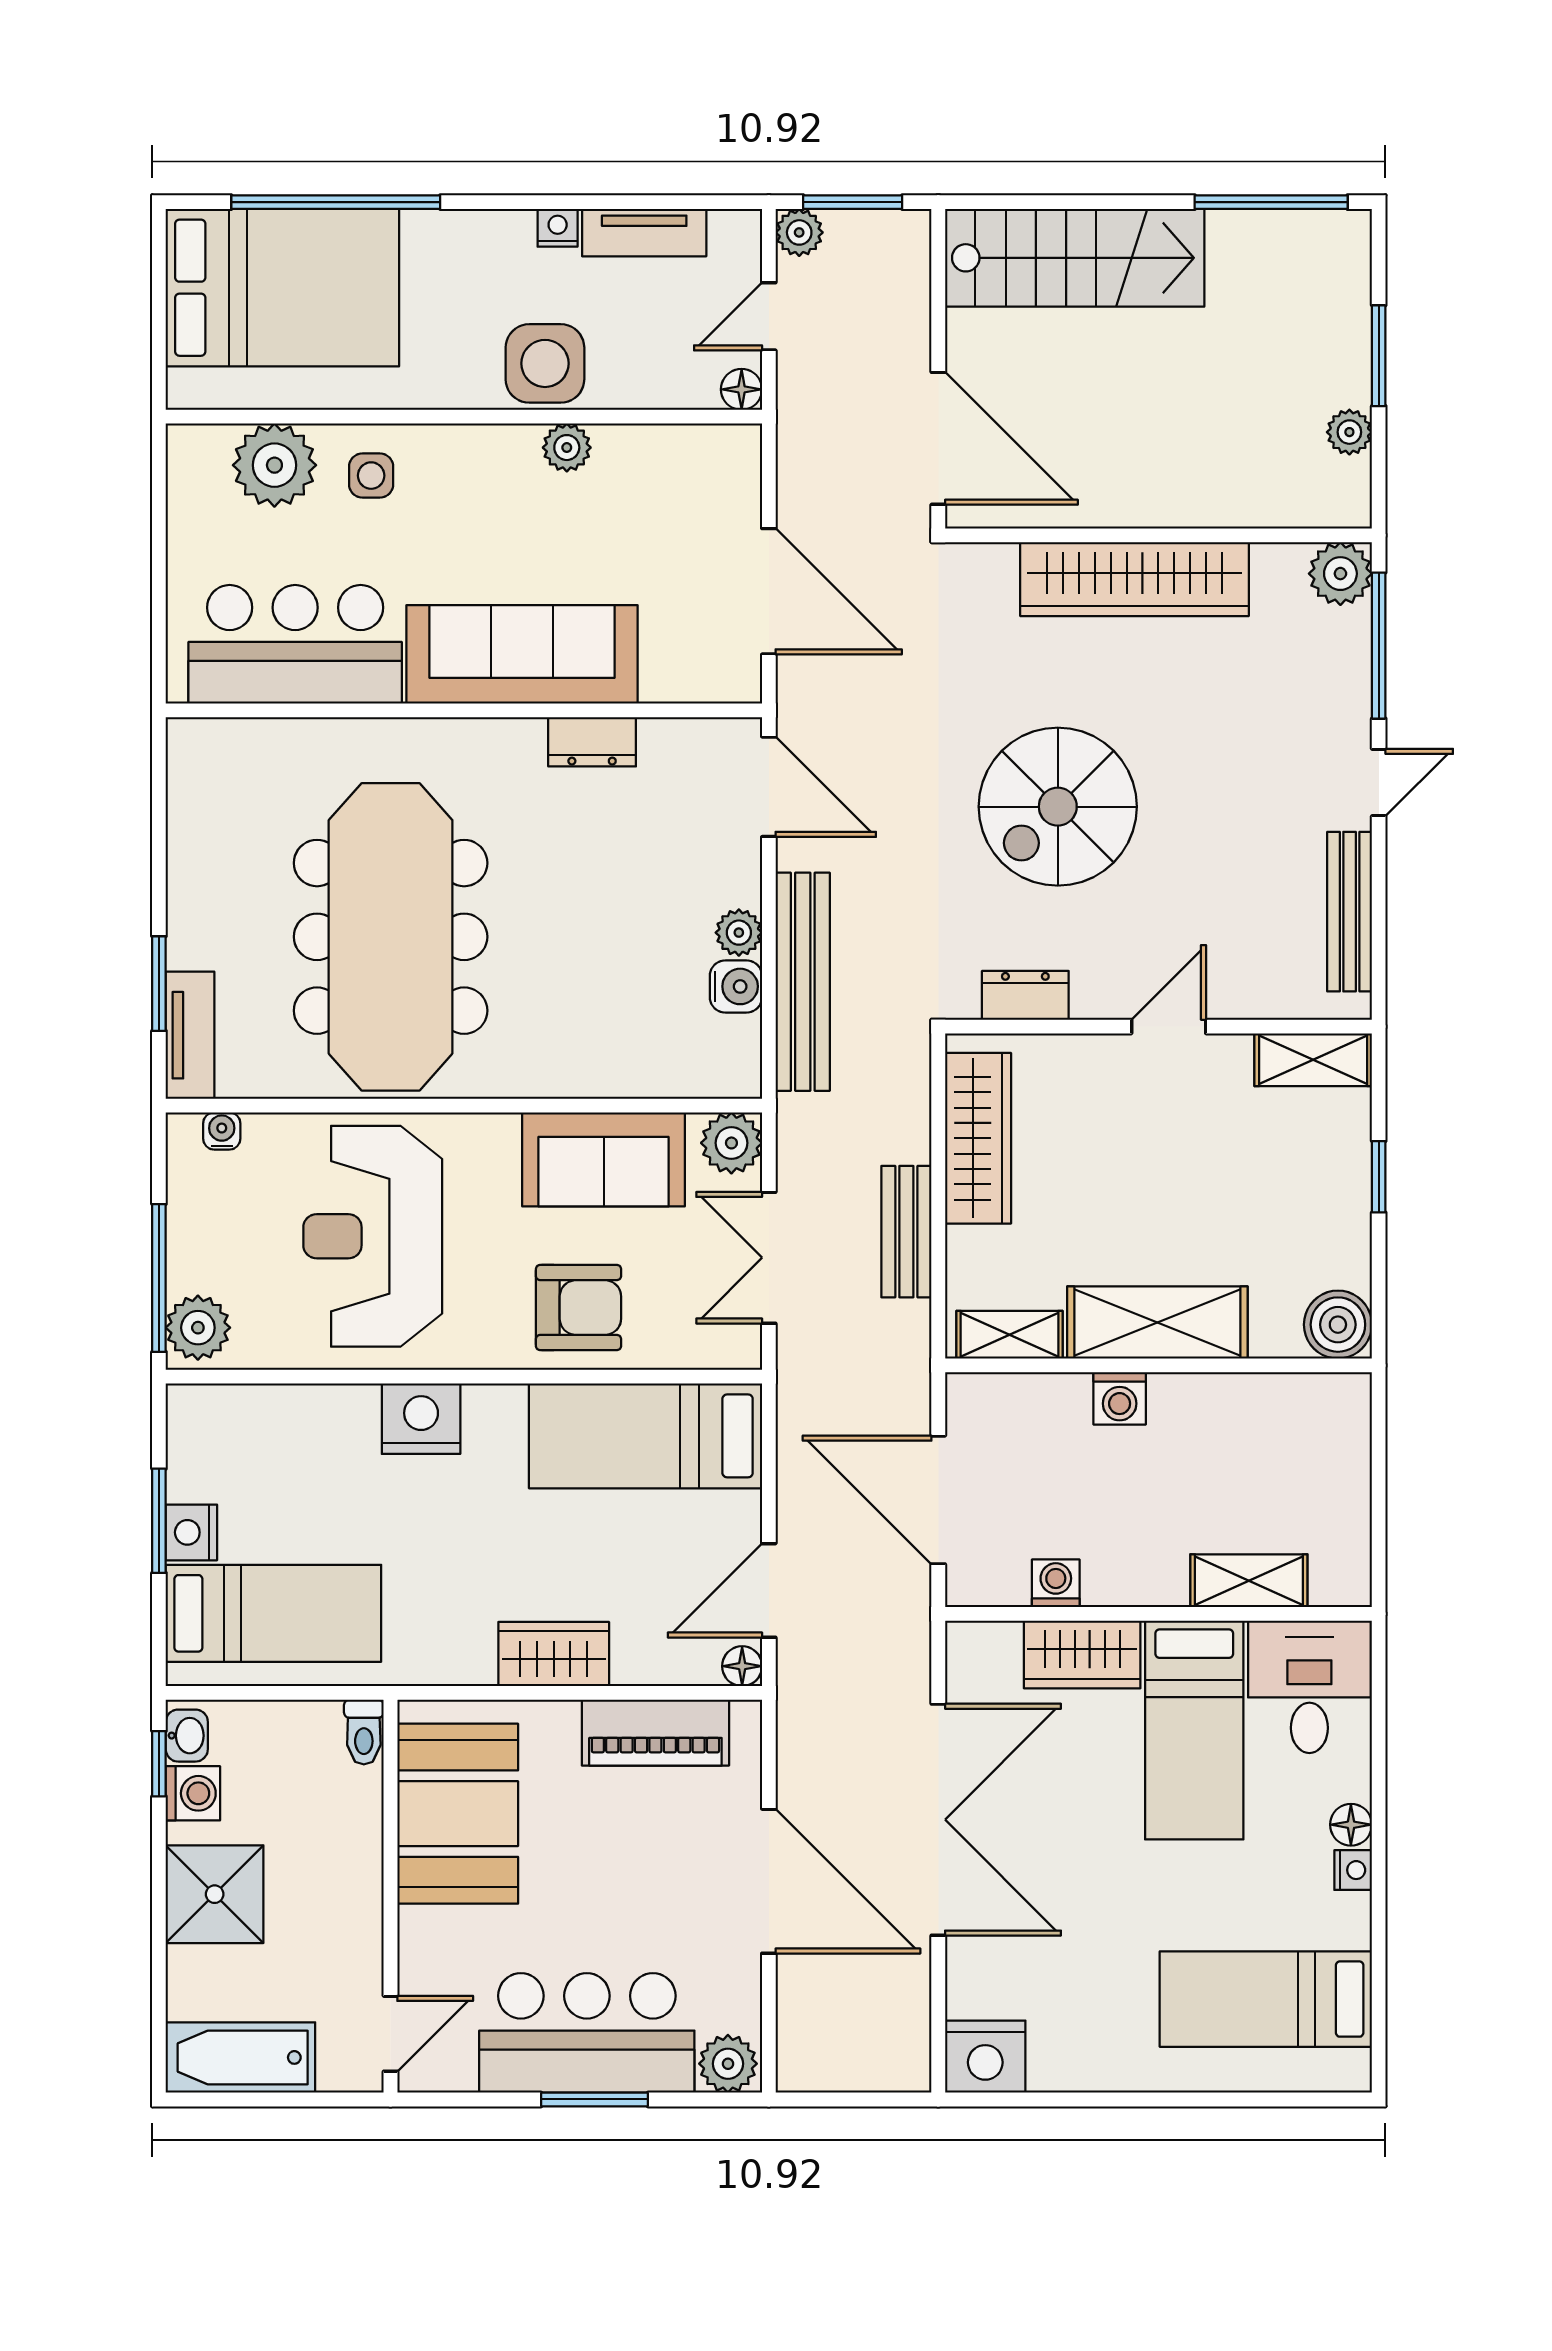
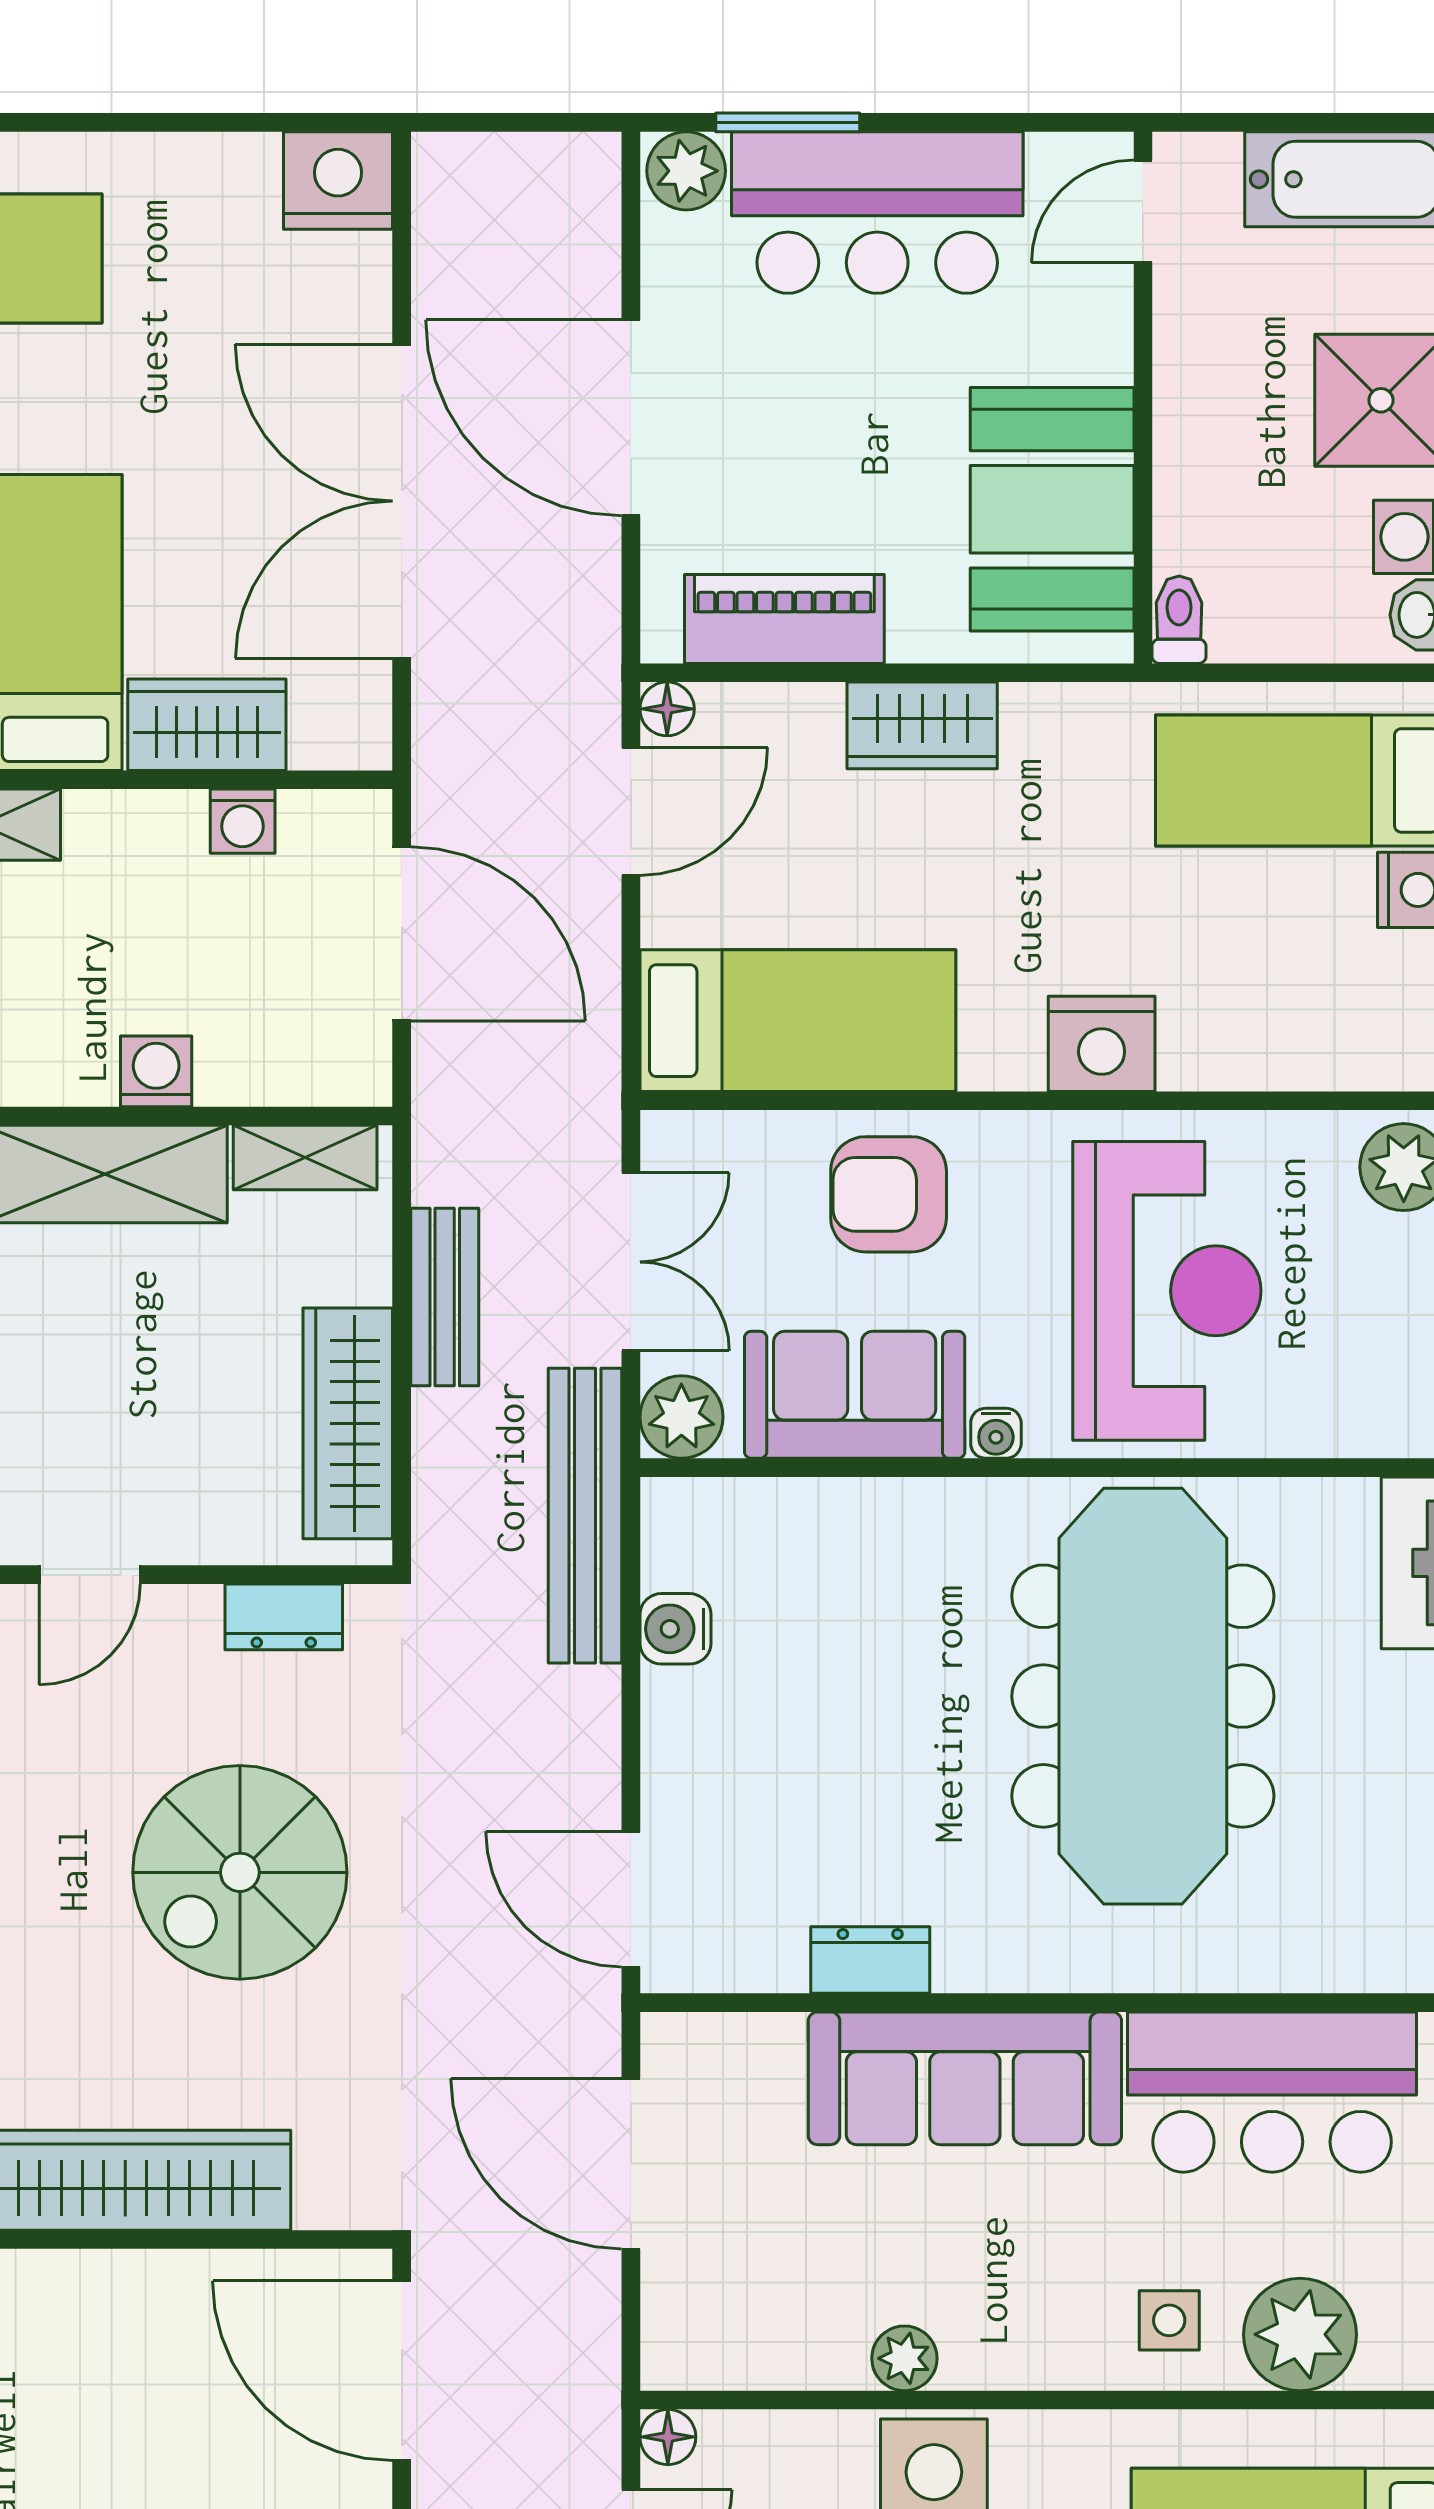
spiral stairs: (1058, 807) -> (240, 1872), turned 180
plant: (739, 933) -> (671, 1702), removed
bench: (803, 982) -> (585, 1516), moved
water cooler: (222, 1131) -> (996, 1433), moved
window: (595, 2099) -> (788, 122), moved

